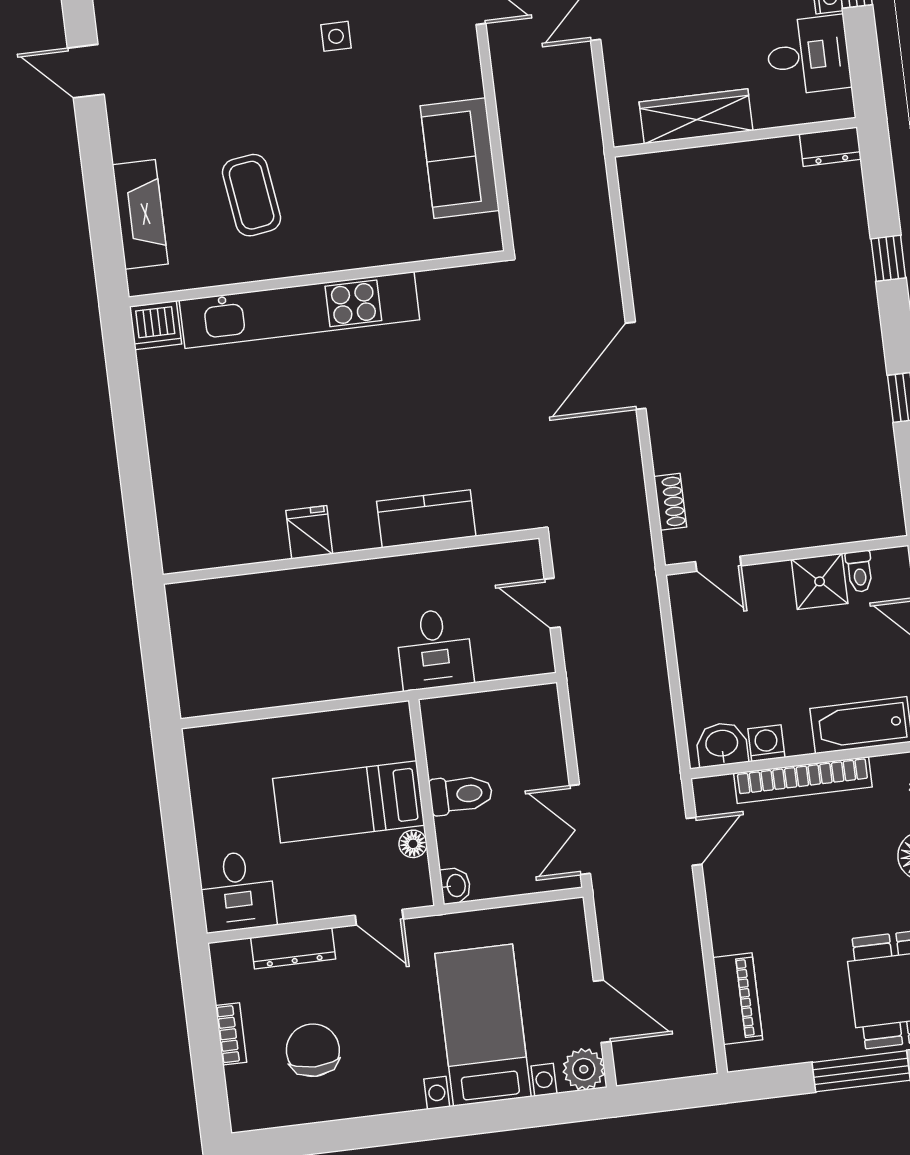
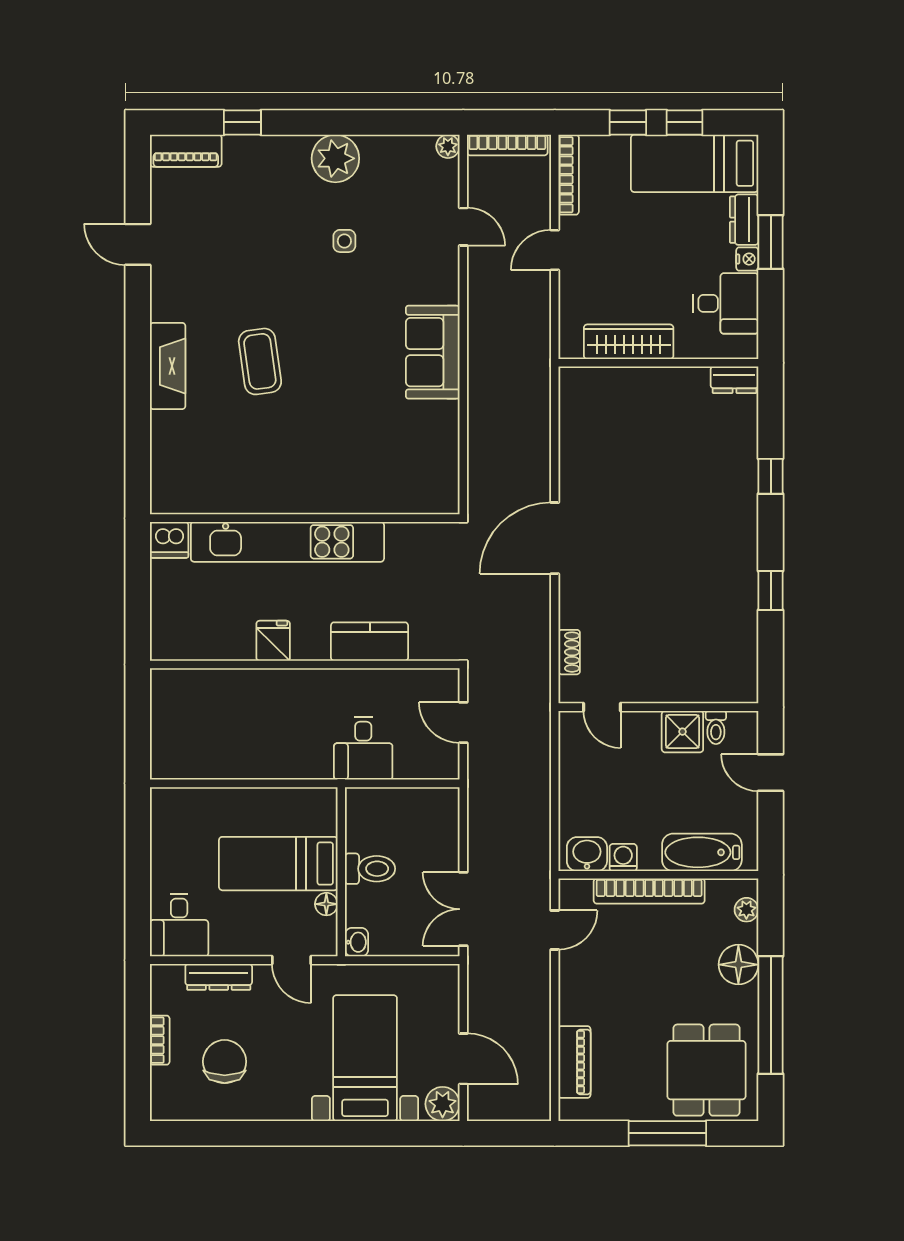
wall: (317, 279) -> (305, 518), moved
kitchen unit: (299, 310) -> (287, 542), moved
dishwasher: (156, 325) -> (169, 540), moved

